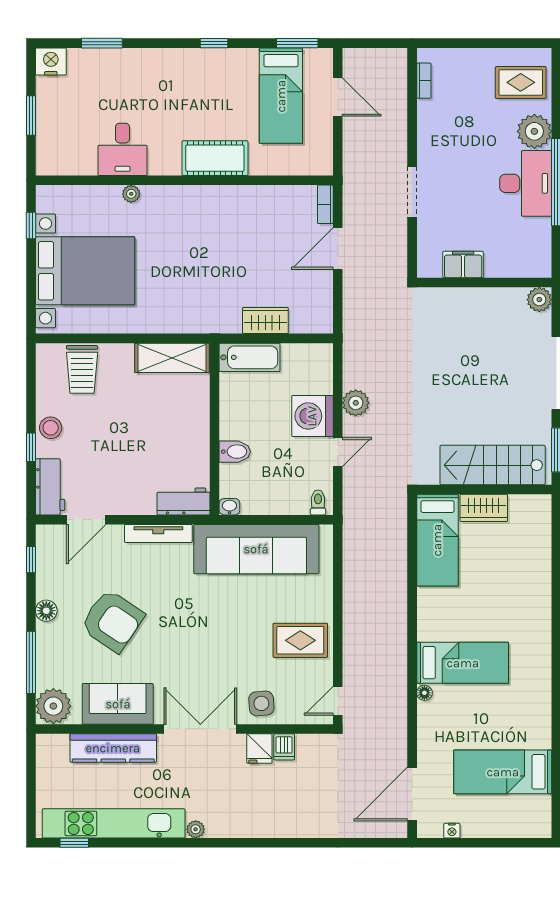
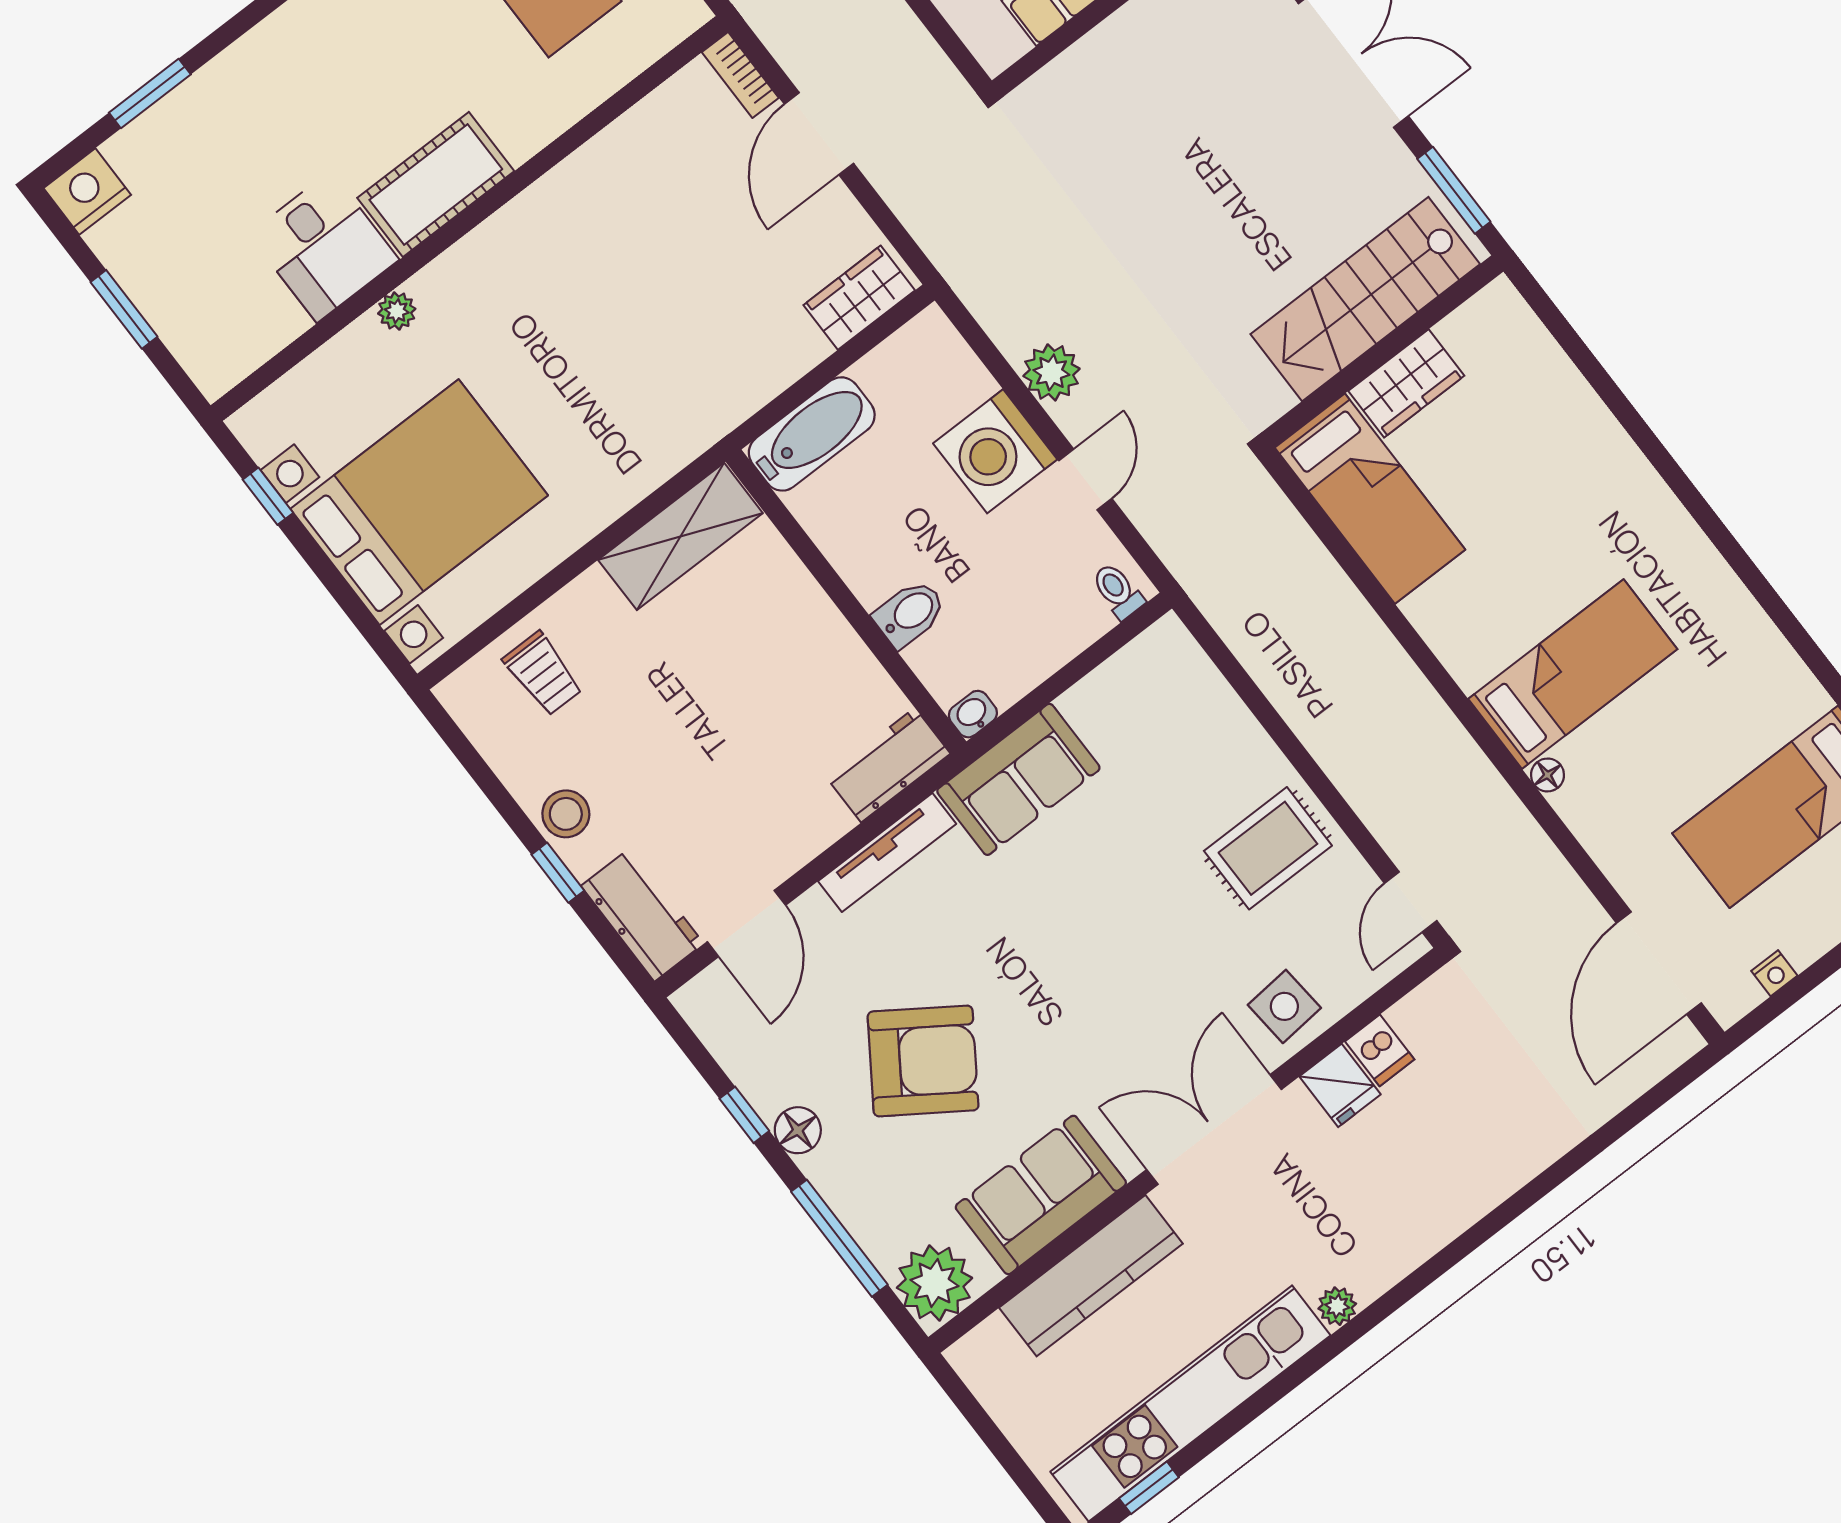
cot: (215, 158) -> (436, 185), moved
wardrobe: (265, 321) -> (859, 298), moved
trolley: (82, 369) -> (543, 674), width x0.73, depth x0.72
sofa: (256, 549) -> (1018, 779), width x0.54, depth x0.79
window: (31, 560) -> (744, 1115), moved

